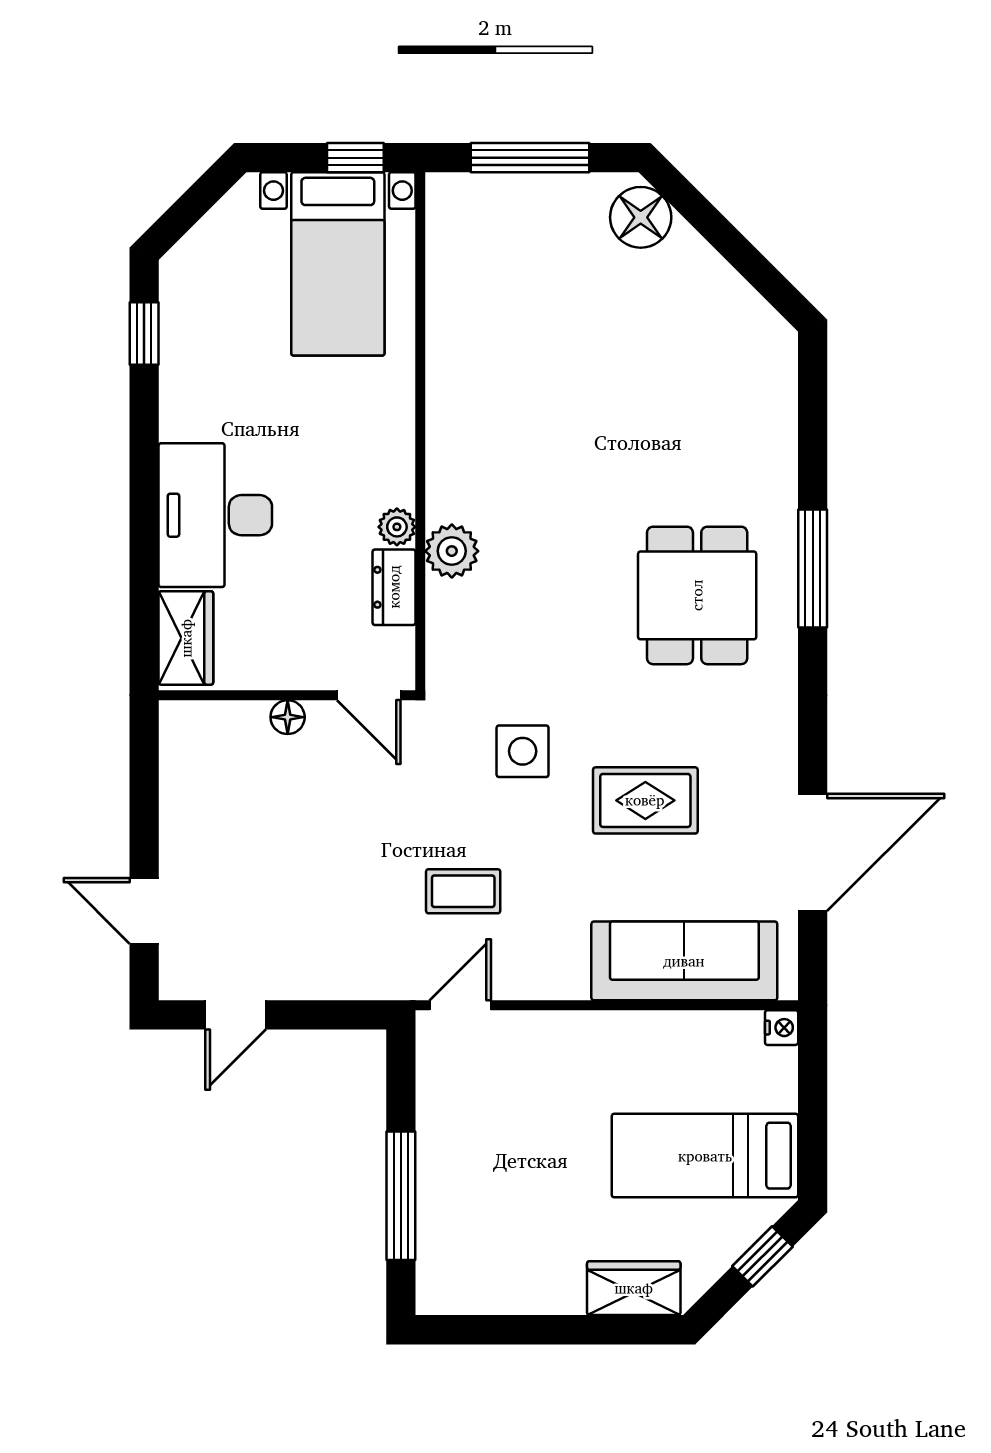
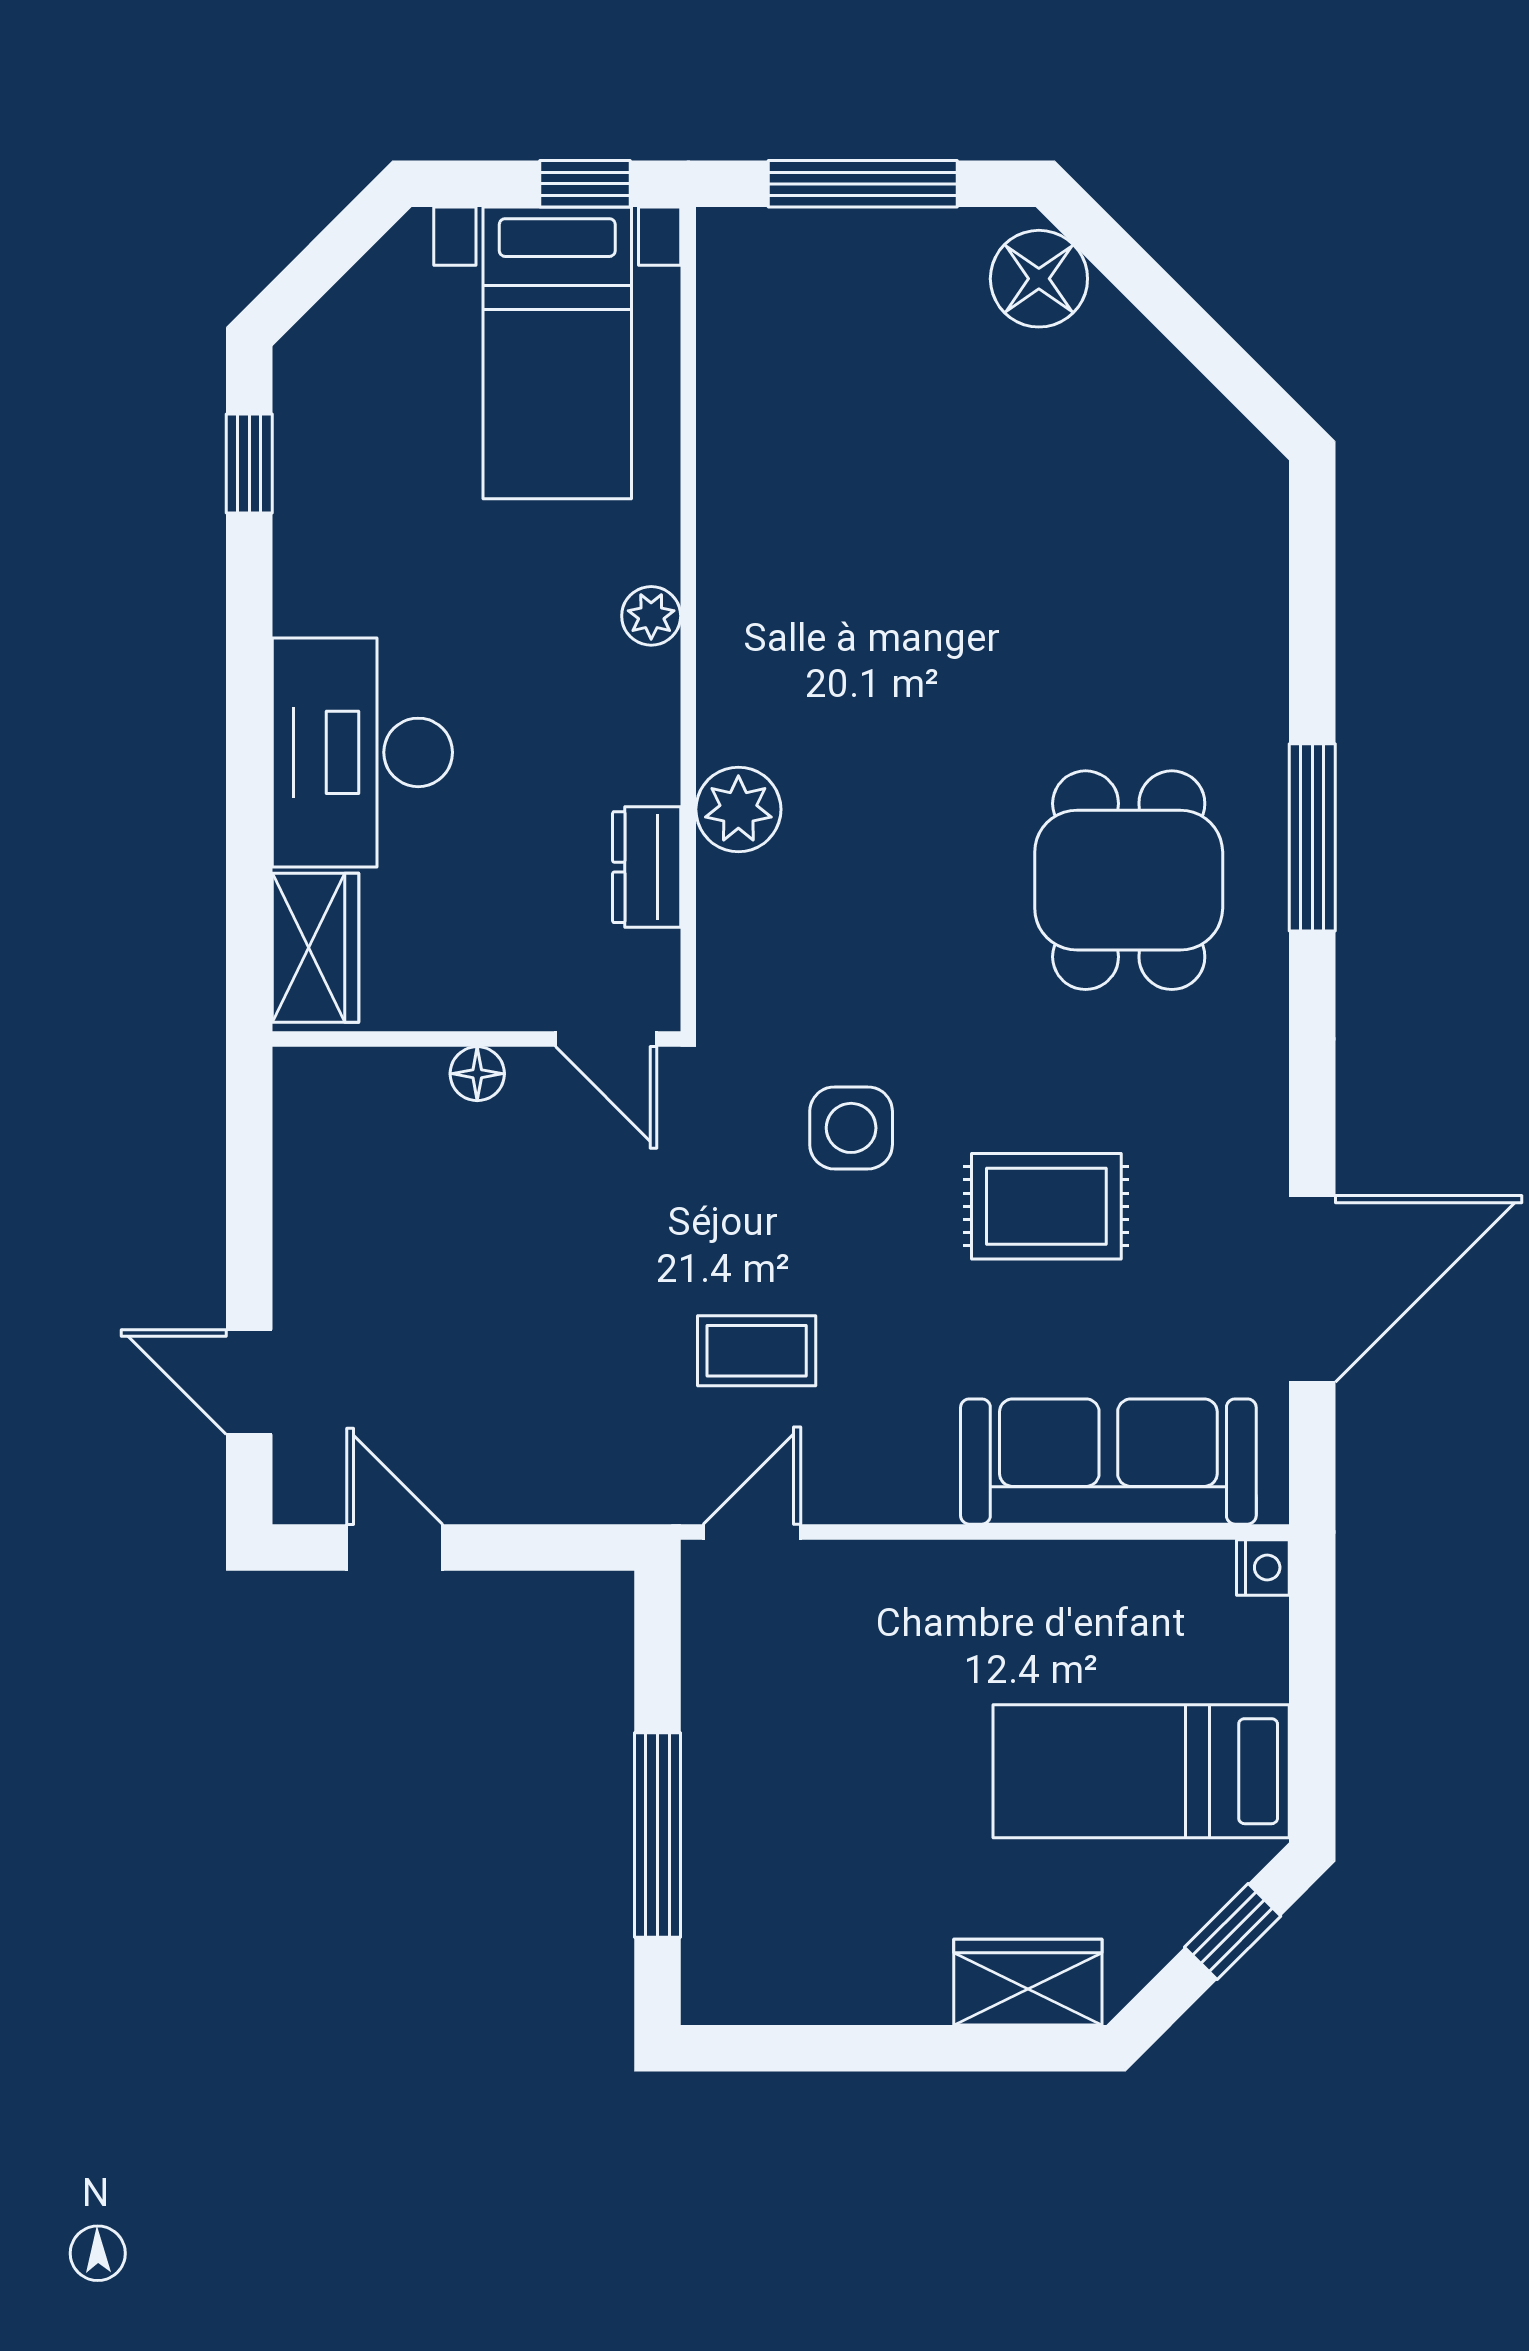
plant: (397, 527) -> (651, 616), moved
door: (236, 1015) -> (395, 1547), swing flipped

